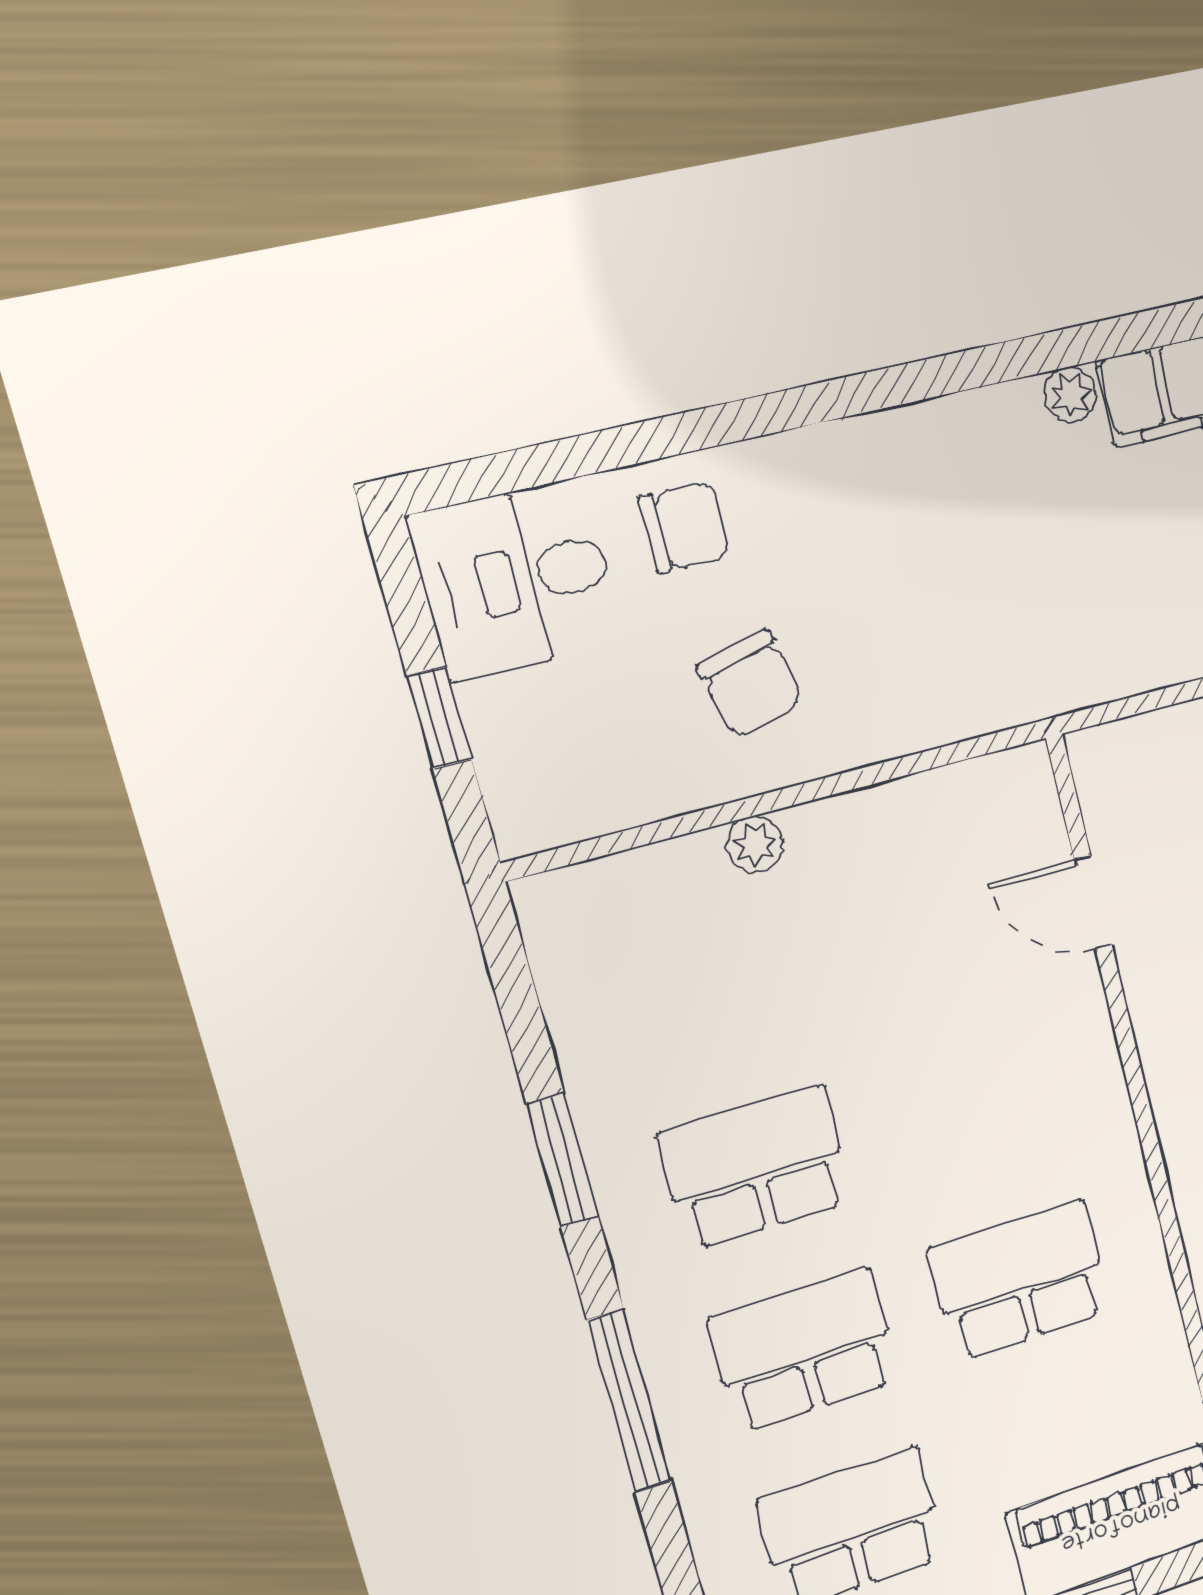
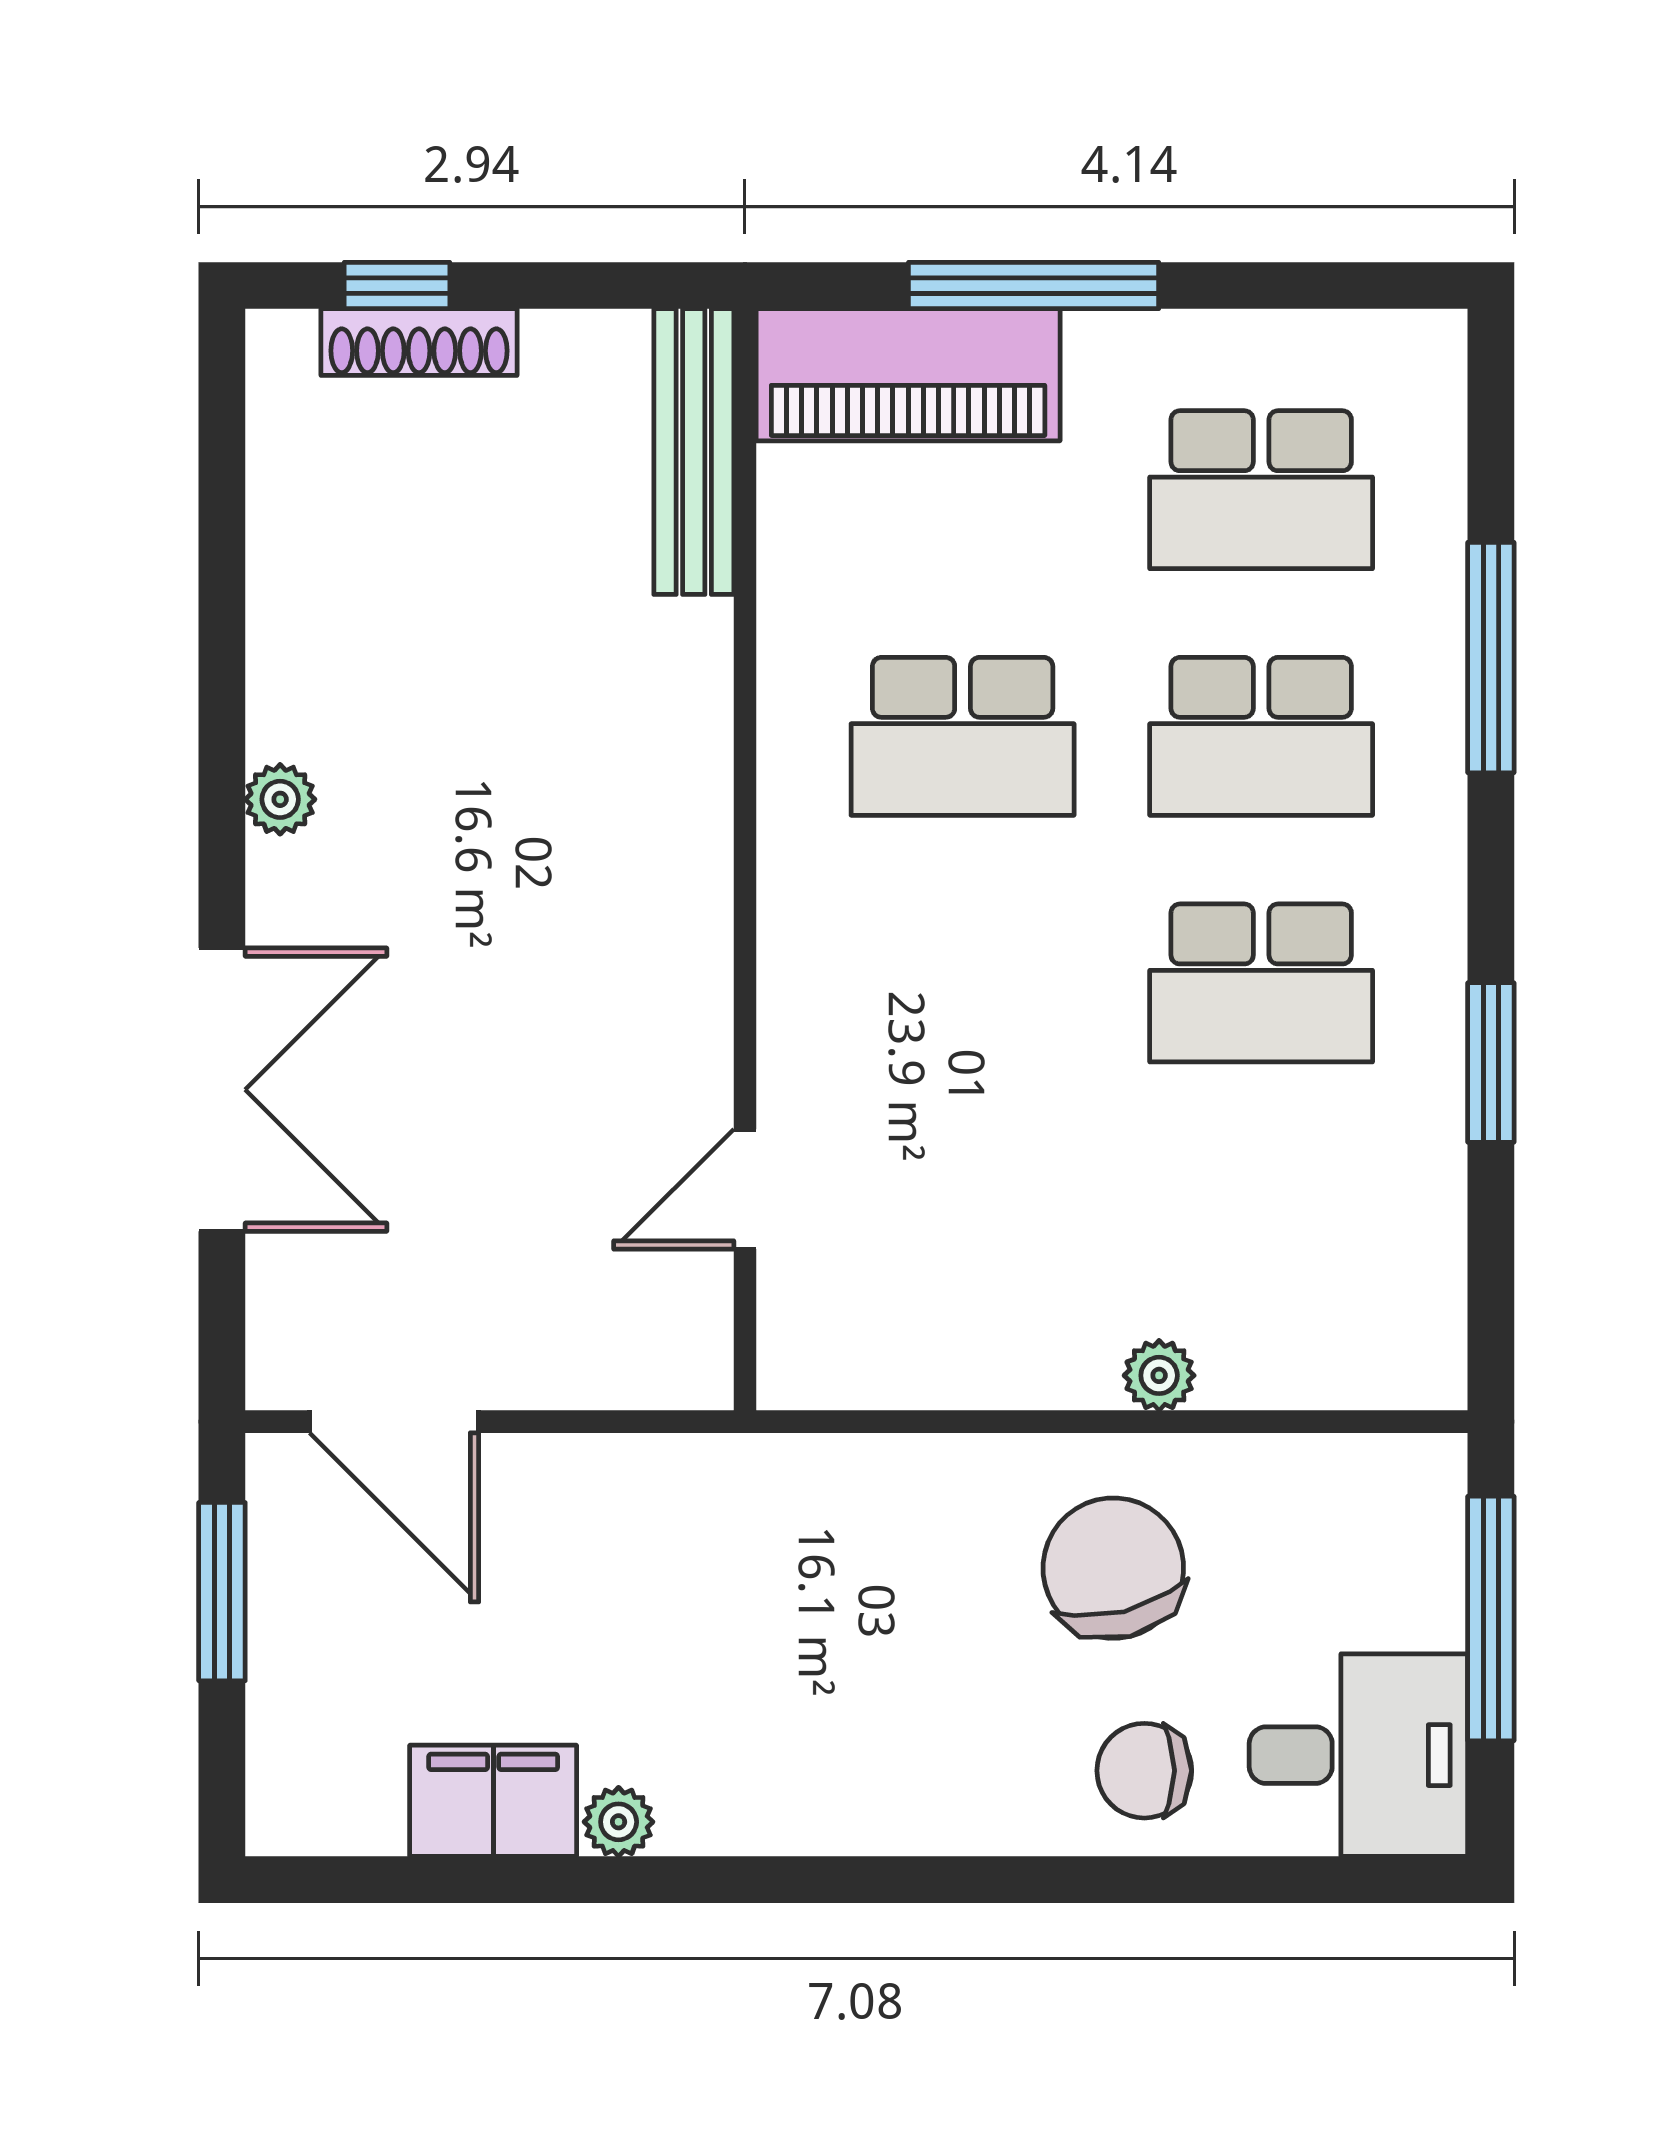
chair: (751, 684) -> (1113, 1568), width x1.37, depth x1.37
window: (439, 718) -> (1491, 1618), width x2.17
door: (1093, 902) -> (745, 1189), swing flipped
window: (629, 1401) -> (1491, 658), moved

